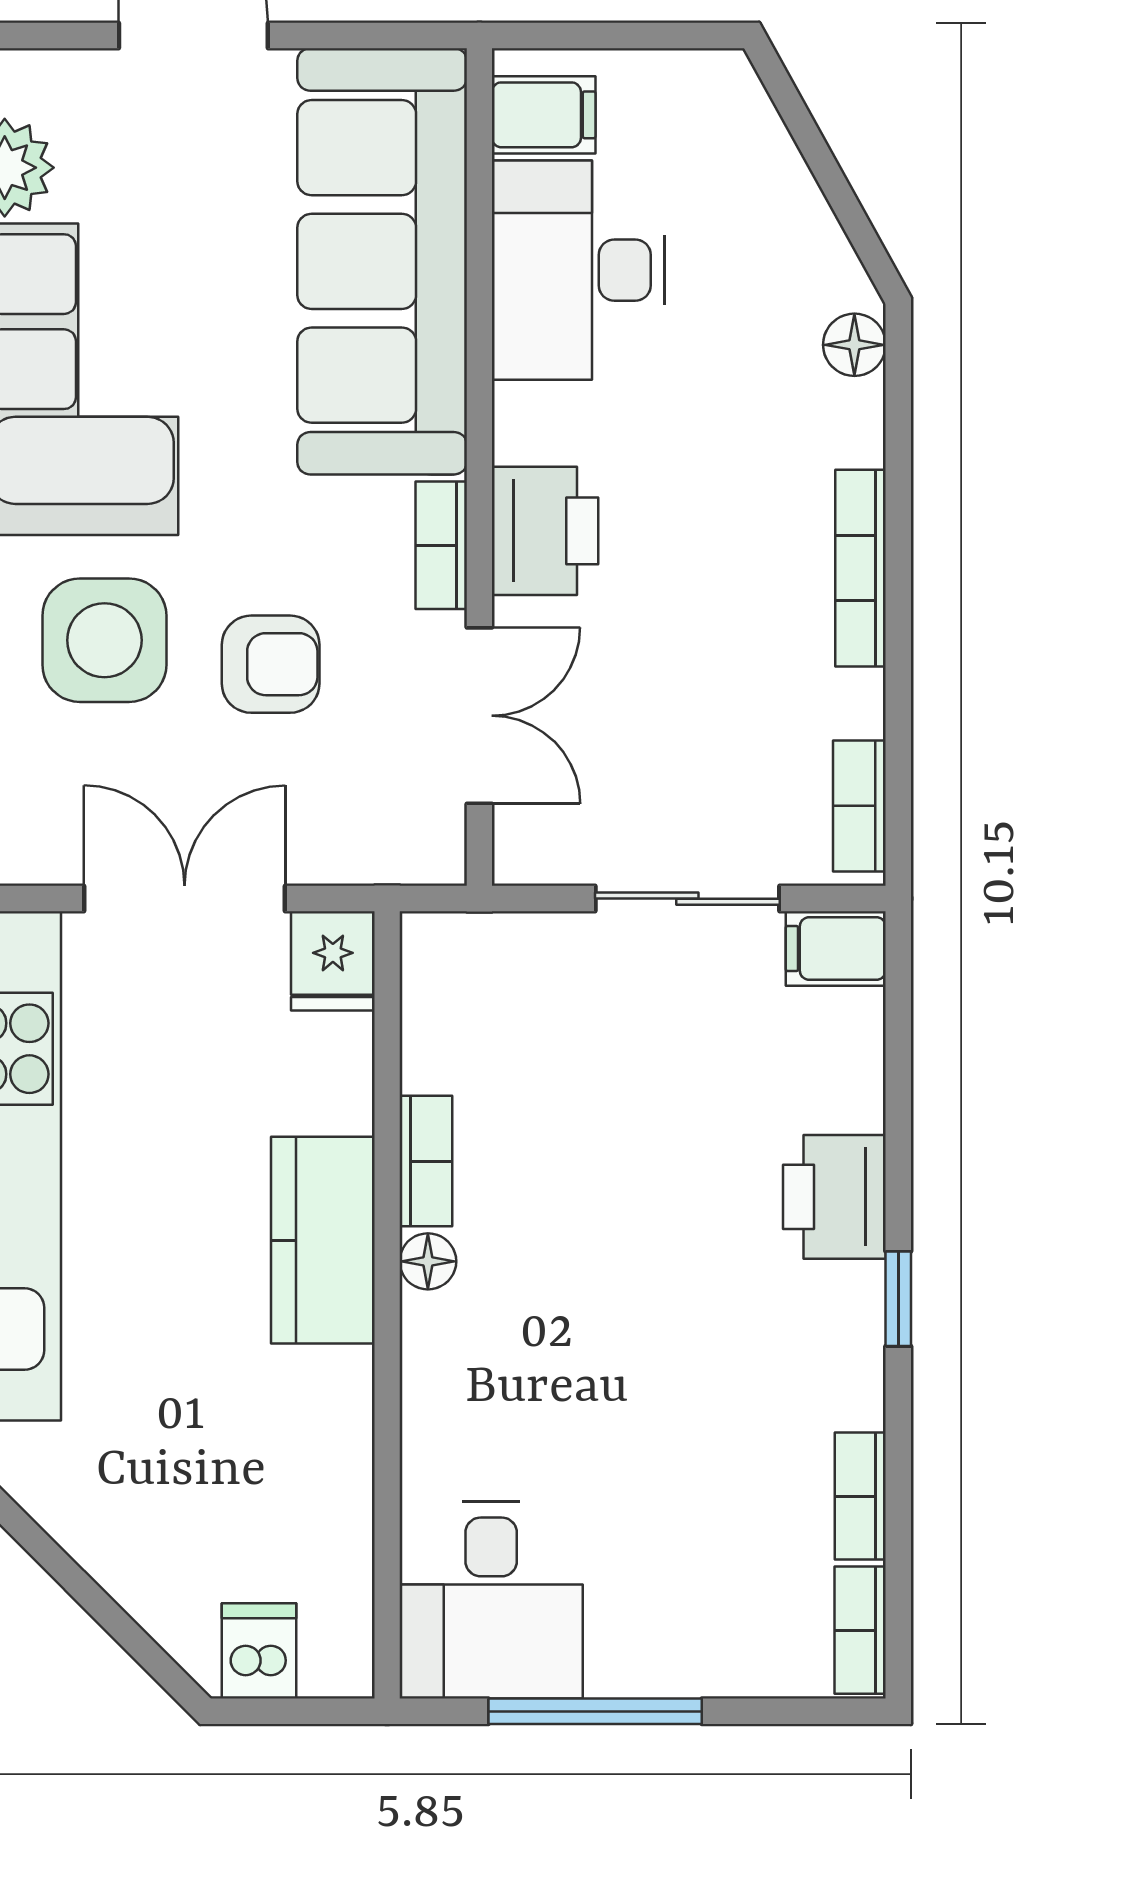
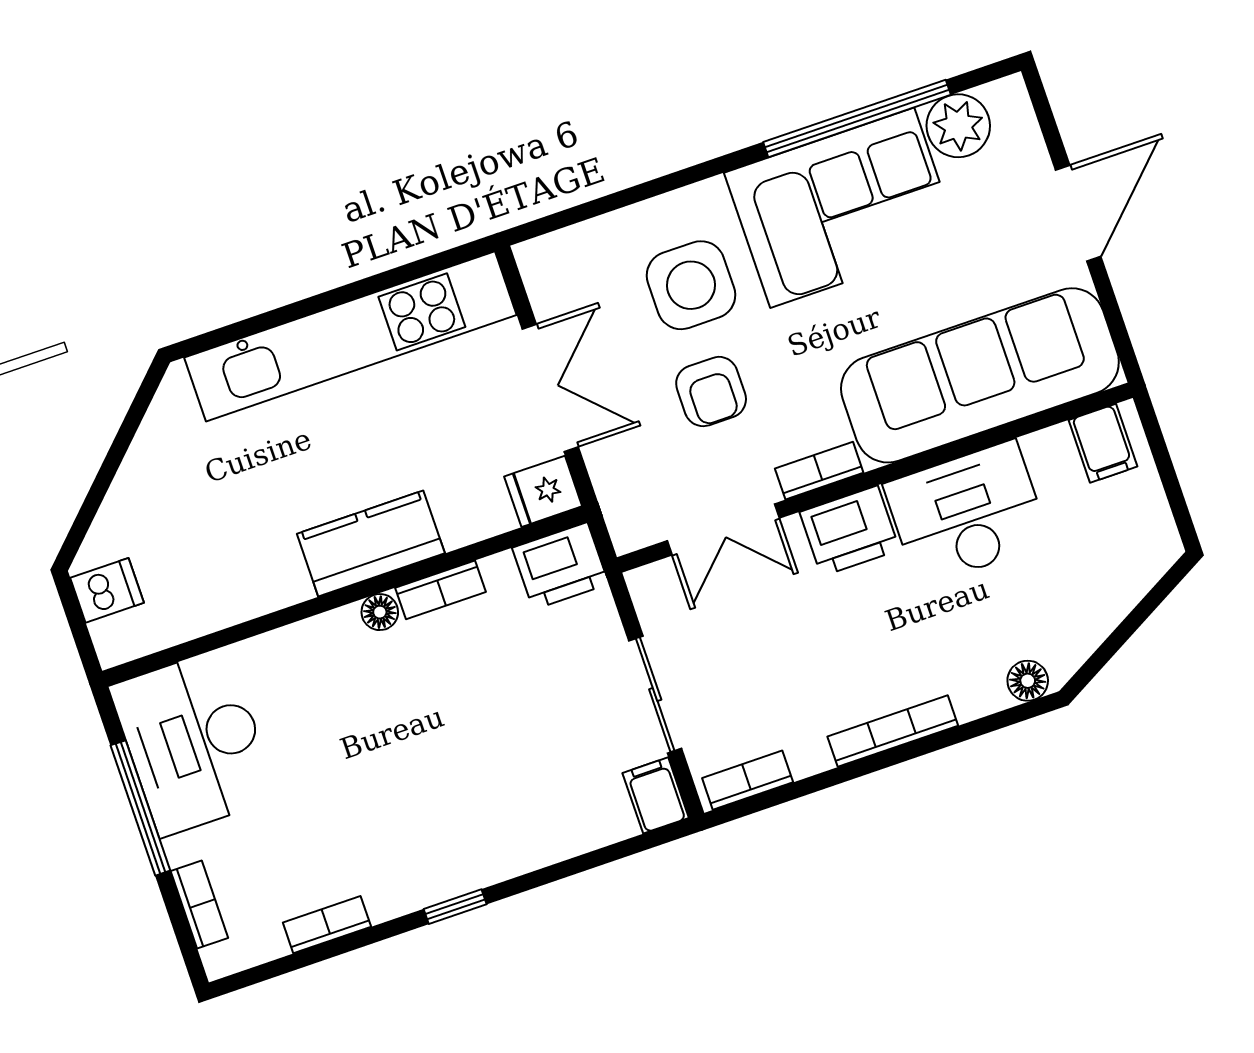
desk: (578, 270) -> (967, 513), moved
printer: (834, 1197) -> (560, 566), moved, turned 180
desk: (491, 1600) -> (194, 742), width x1.37
bookcase: (860, 1630) -> (199, 905), moved, turned 90

